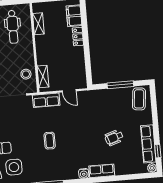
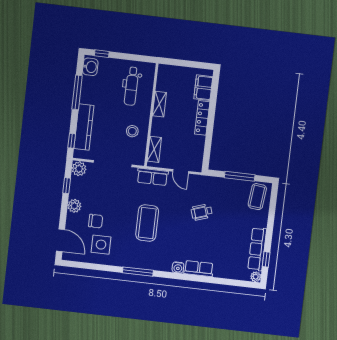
shelving: (38, 24) -> (159, 104), moved
locker: (78, 37) -> (202, 118), width x1.53
stool: (26, 74) -> (132, 131), moved
wheelchair: (114, 138) -> (202, 212), moved
coffee table: (50, 141) -> (147, 223), width x1.86, depth x1.72

